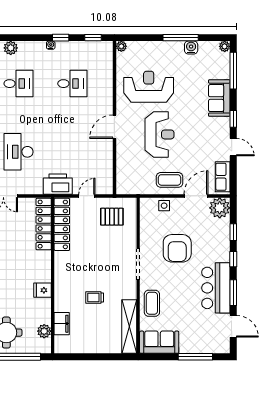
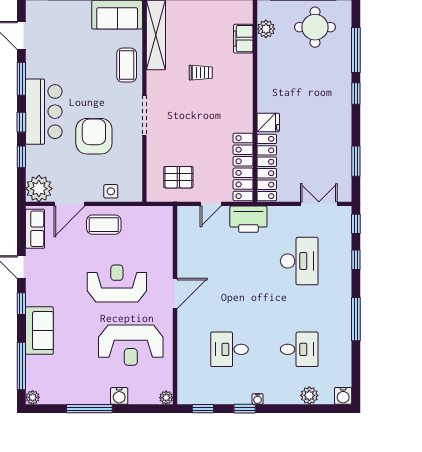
water cooler: (191, 48) -> (119, 396), moved
desk: (18, 84) -> (299, 349), turned 180
reception desk: (159, 134) -> (117, 283), turned 90
bar counter: (216, 288) -> (44, 112), moved
fridge: (42, 290) -> (268, 122), moved

